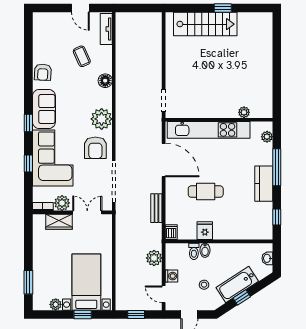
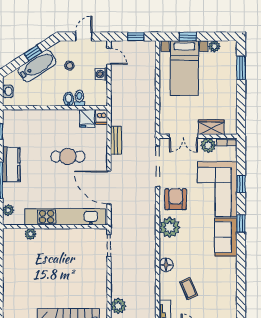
armchair: (43, 72) -> (227, 273), removed
fridge: (205, 231) -> (87, 118), moved
plant: (154, 258) -> (118, 306), moved

